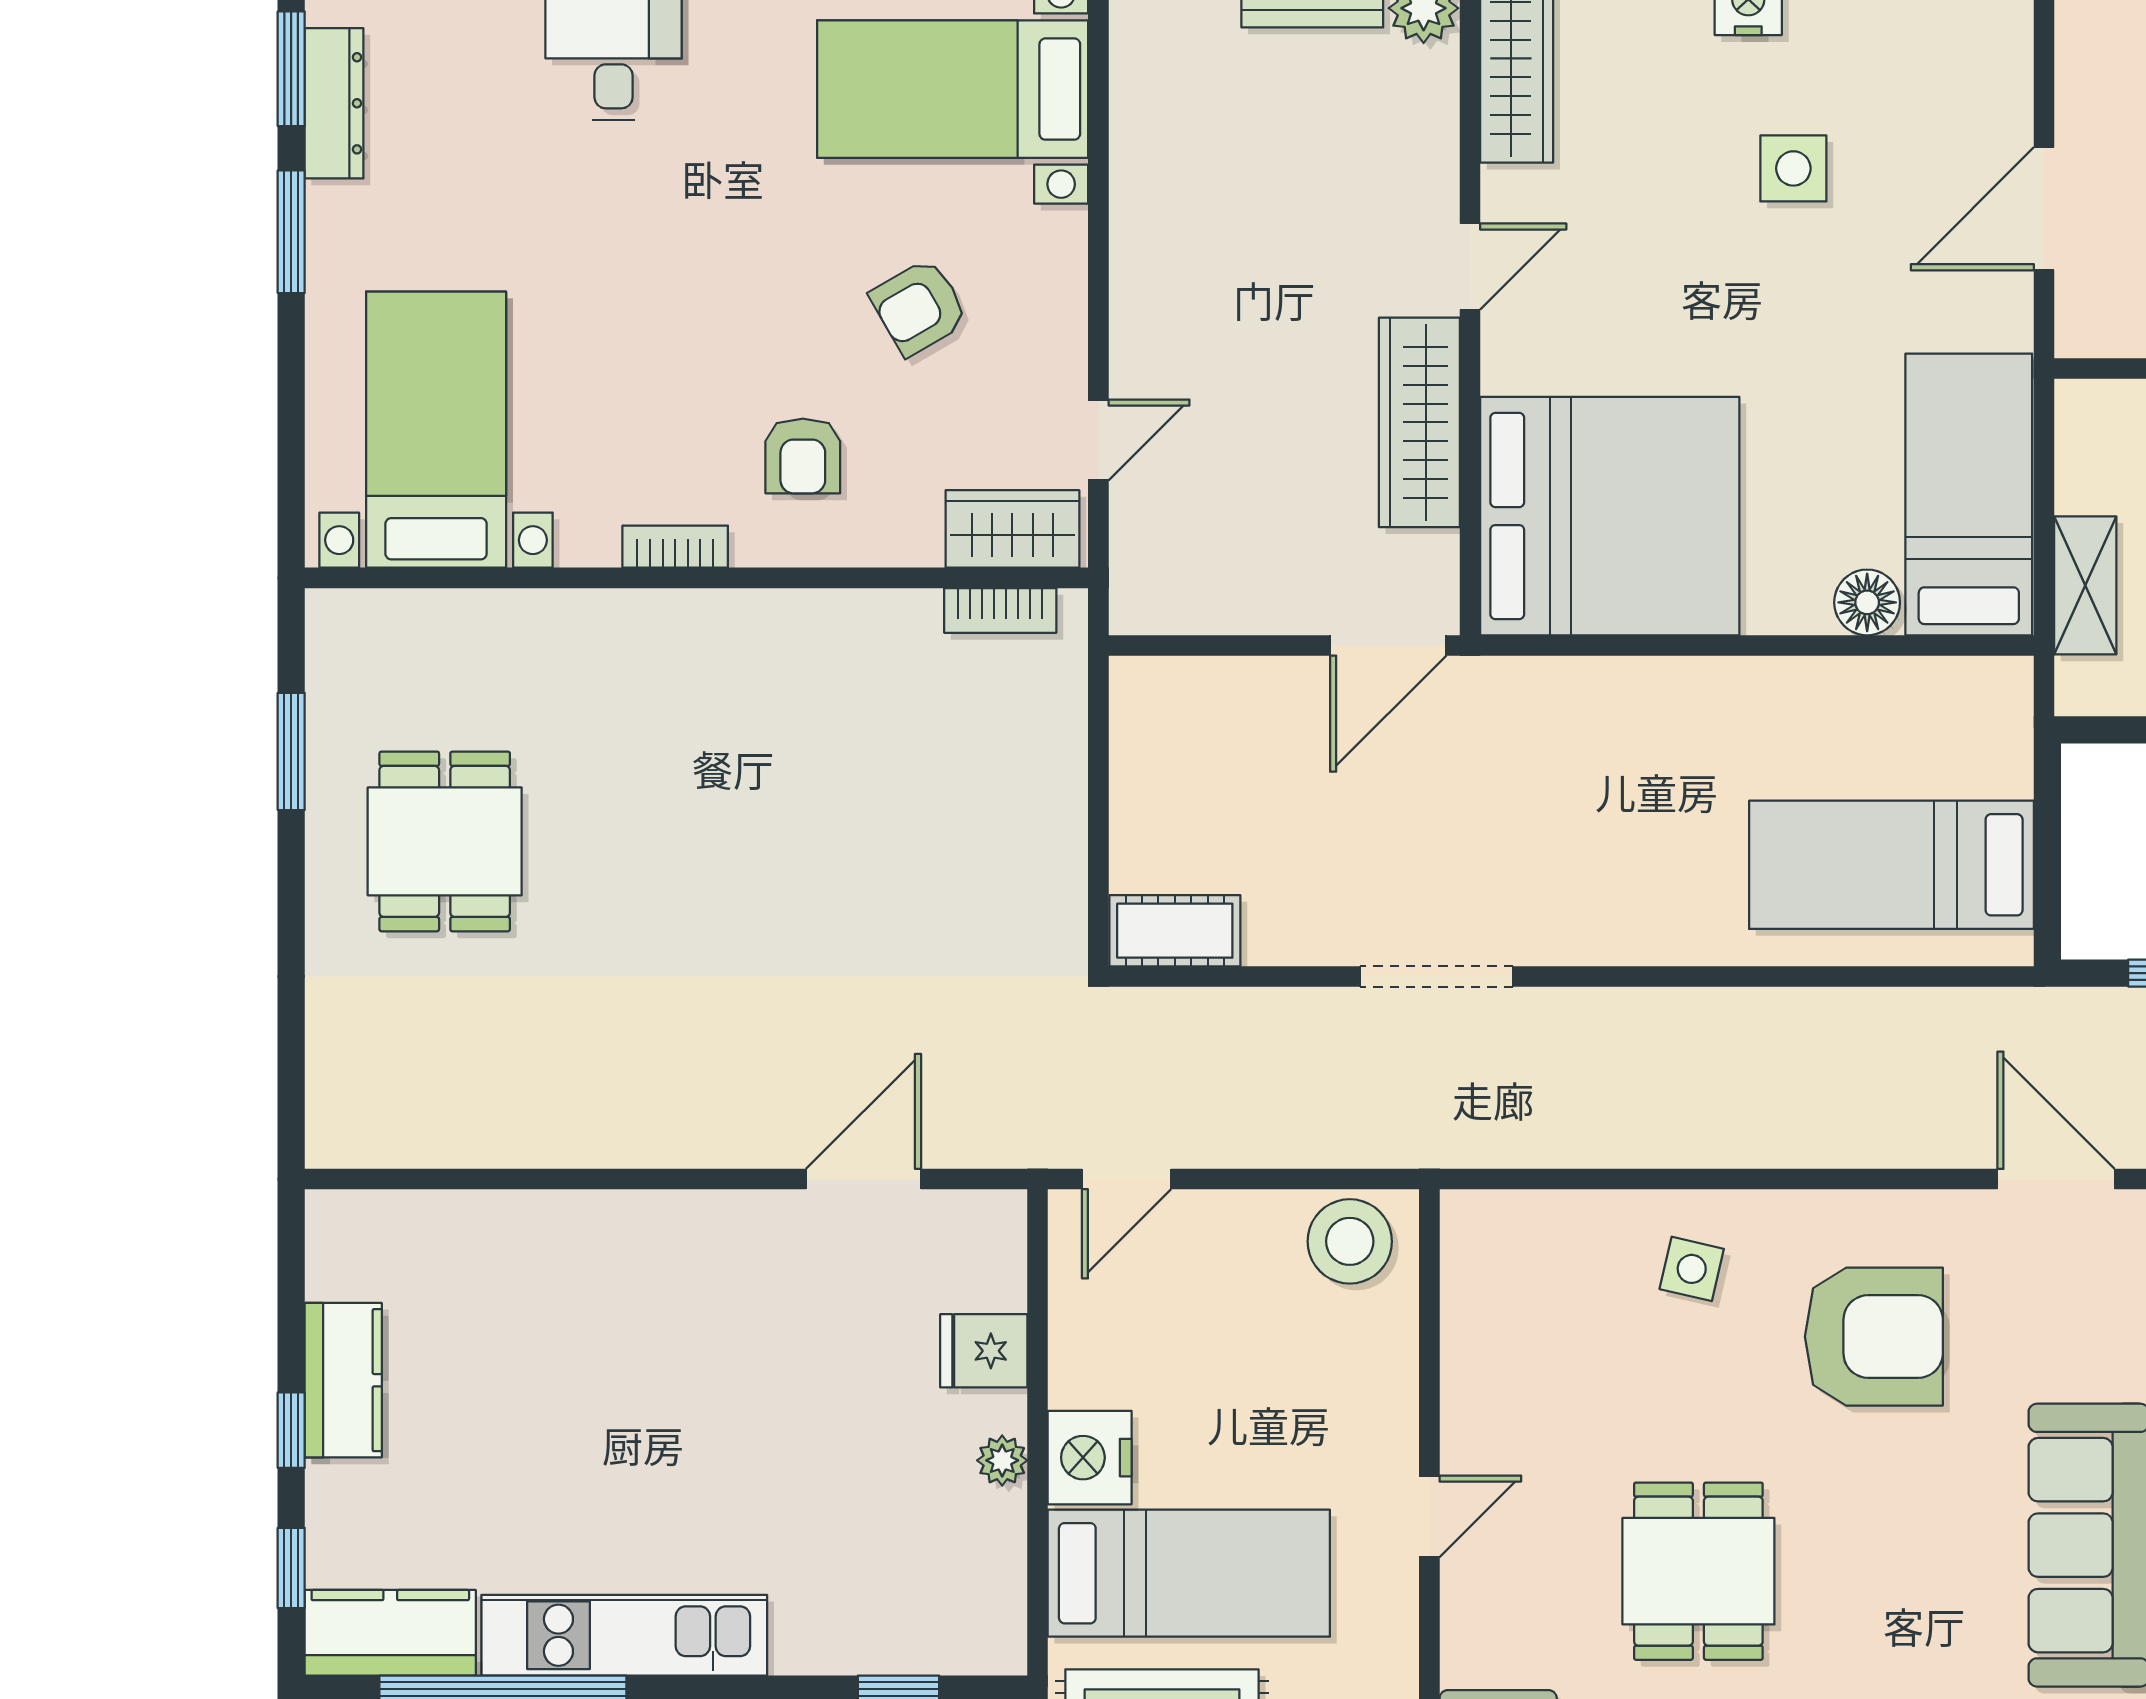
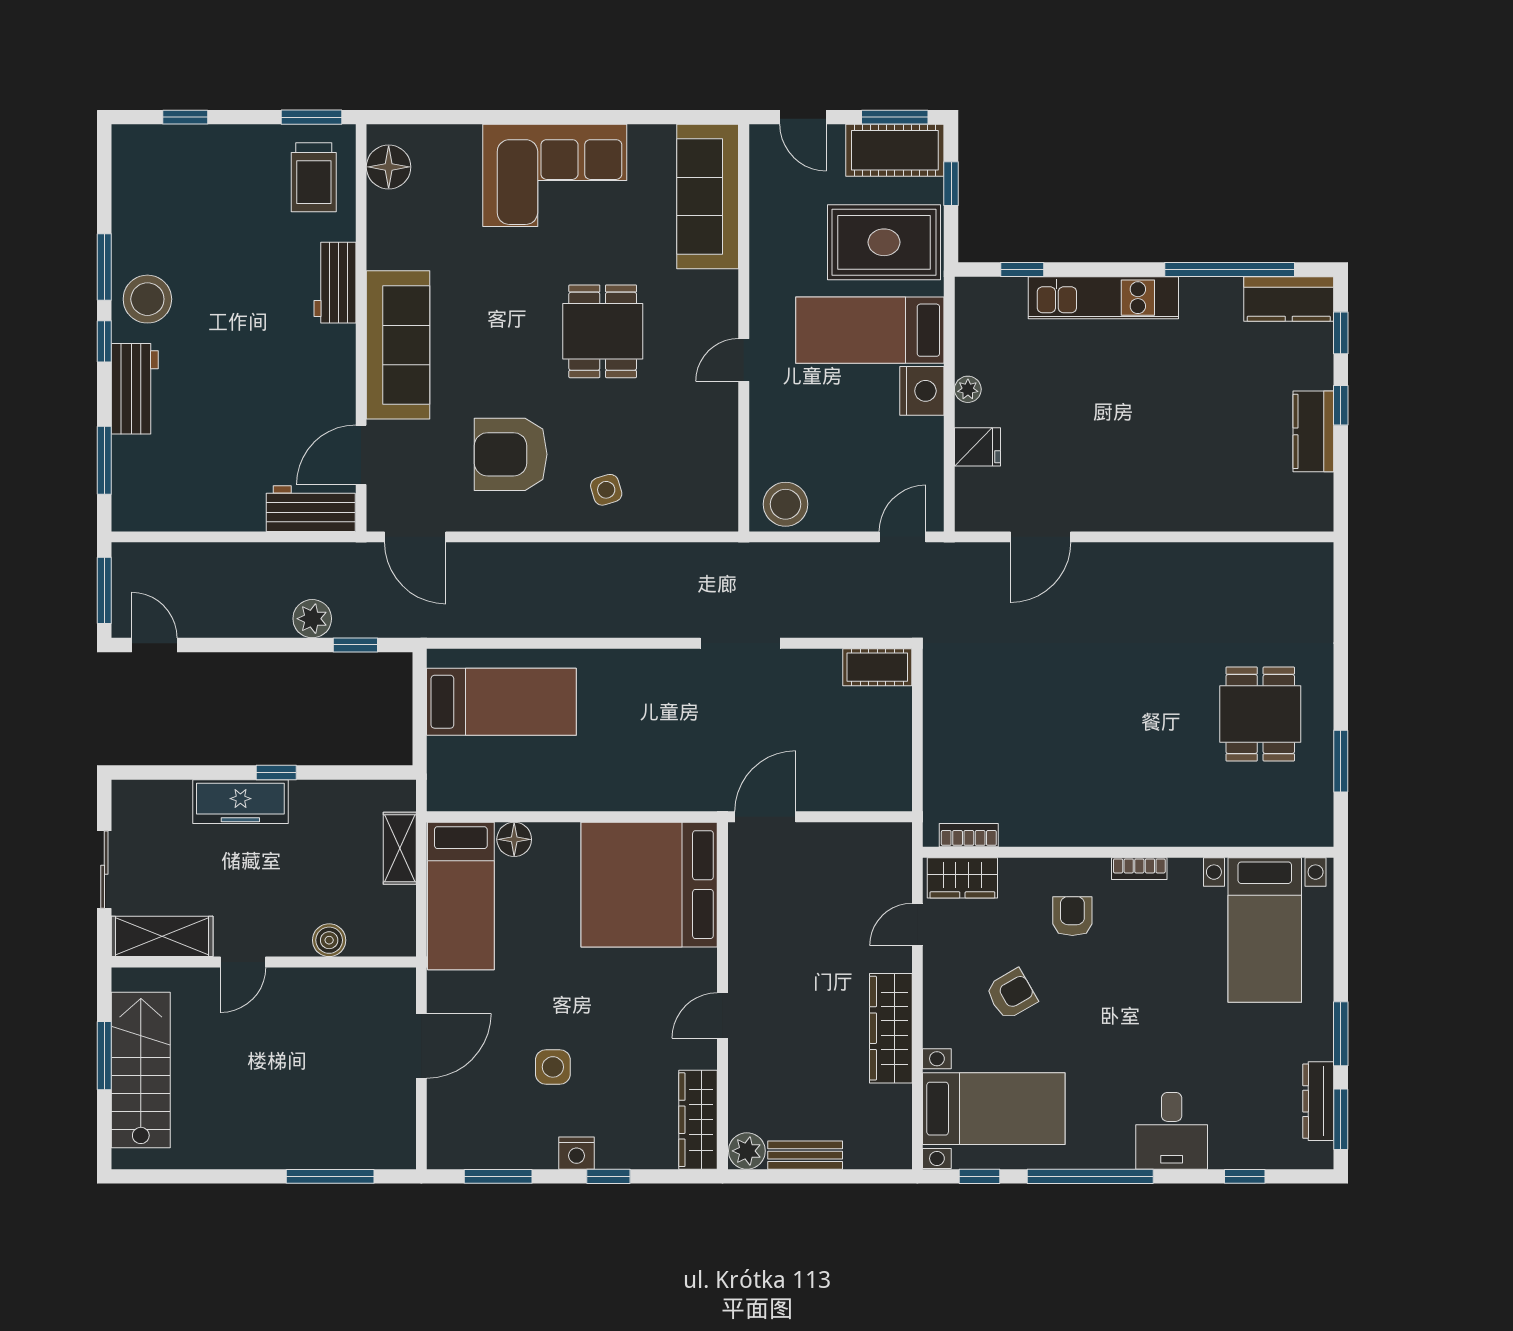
wardrobe: (1419, 422) -> (891, 1028), moved, turned 180
side table: (1692, 1269) -> (606, 490), turned -30
kitchen unit: (624, 1635) -> (1103, 298), moved

